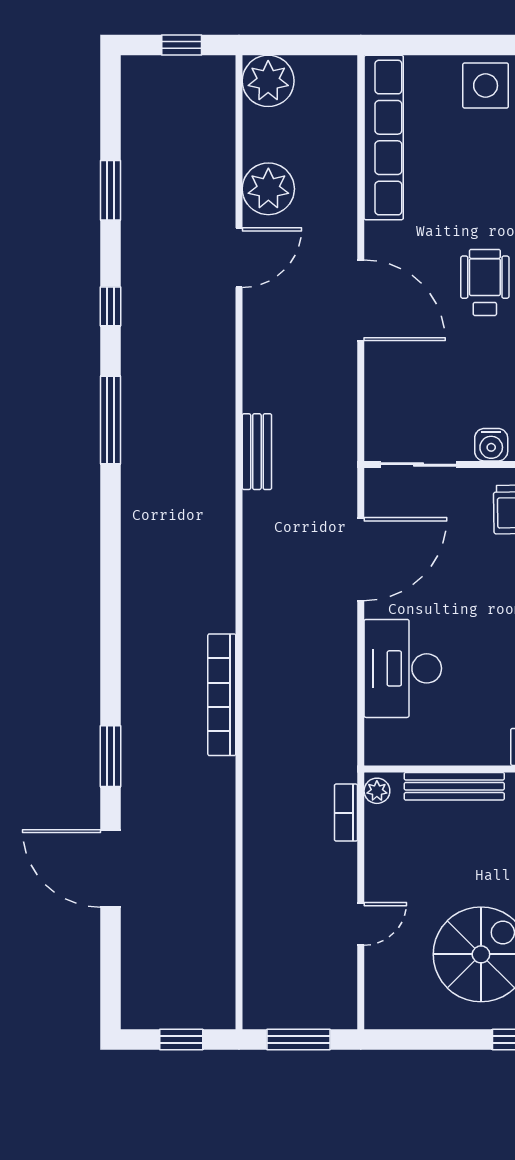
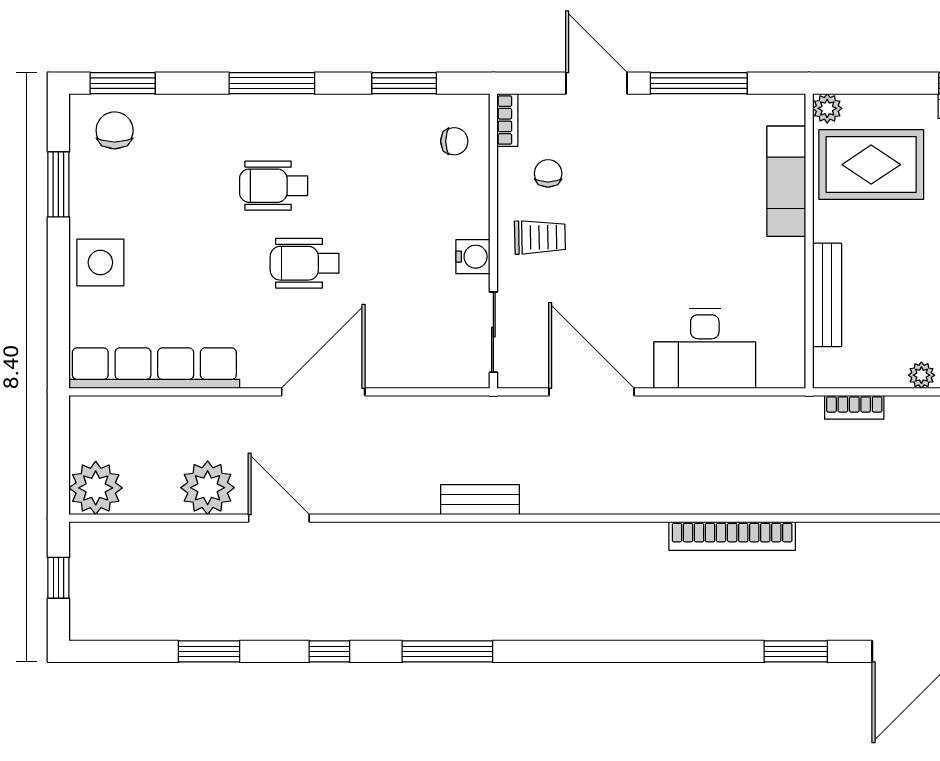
plant: (377, 791) -> (921, 375), moved

